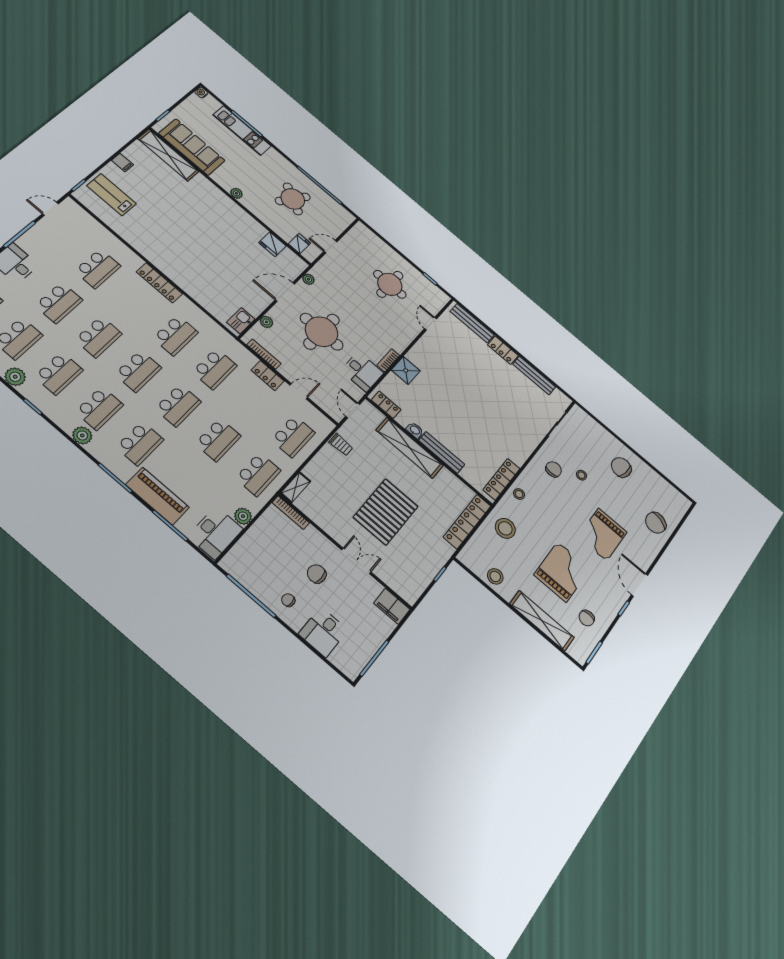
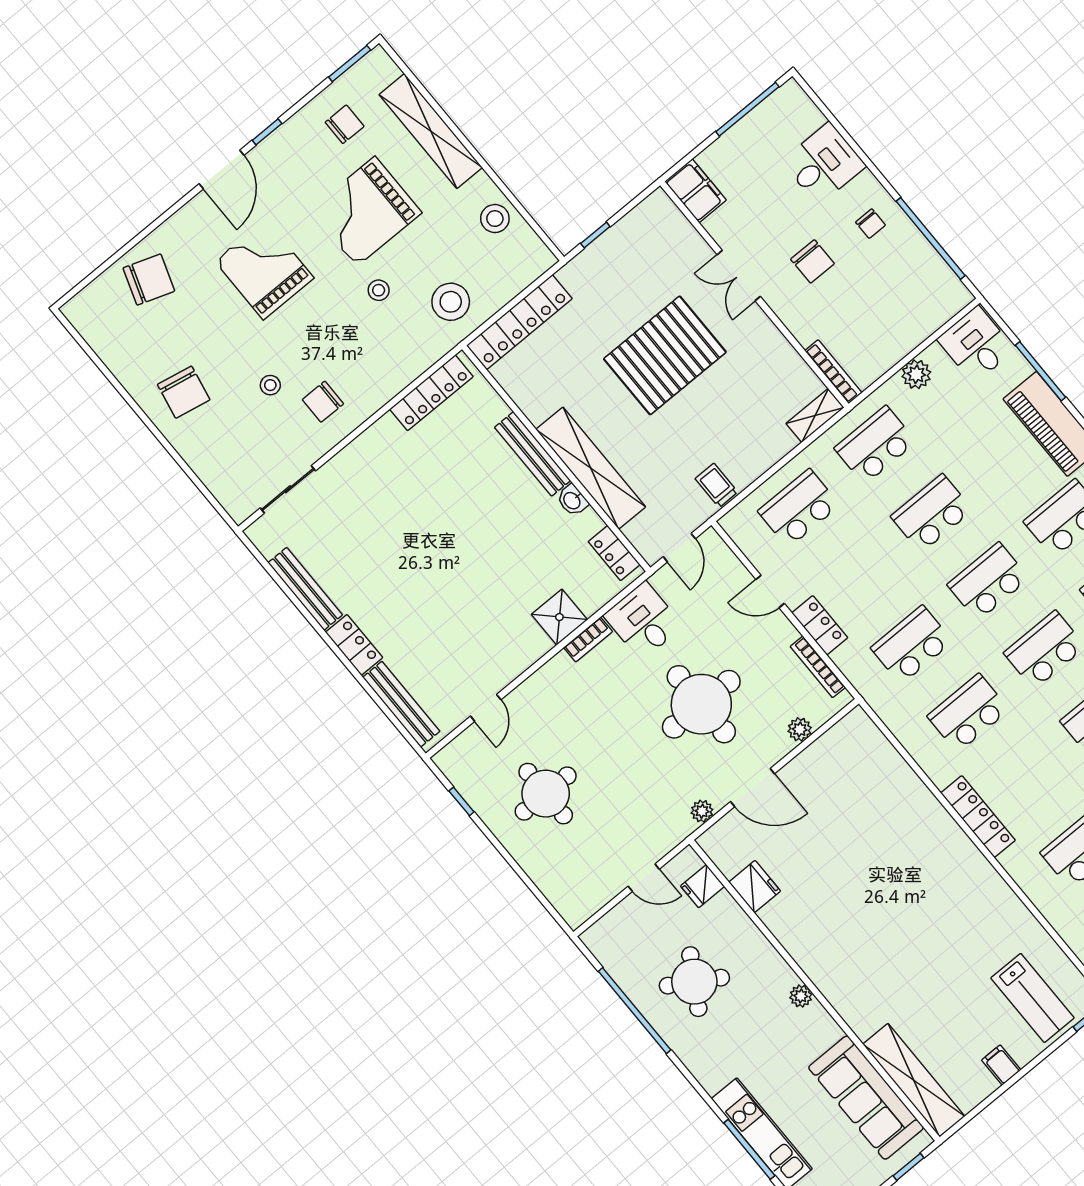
kitchen sink: (241, 321) -> (846, 734), removed
stool: (519, 494) -> (379, 290), moved
desk: (215, 533) -> (976, 344), width x0.73
grand piano: (603, 534) -> (264, 270), turned -90

